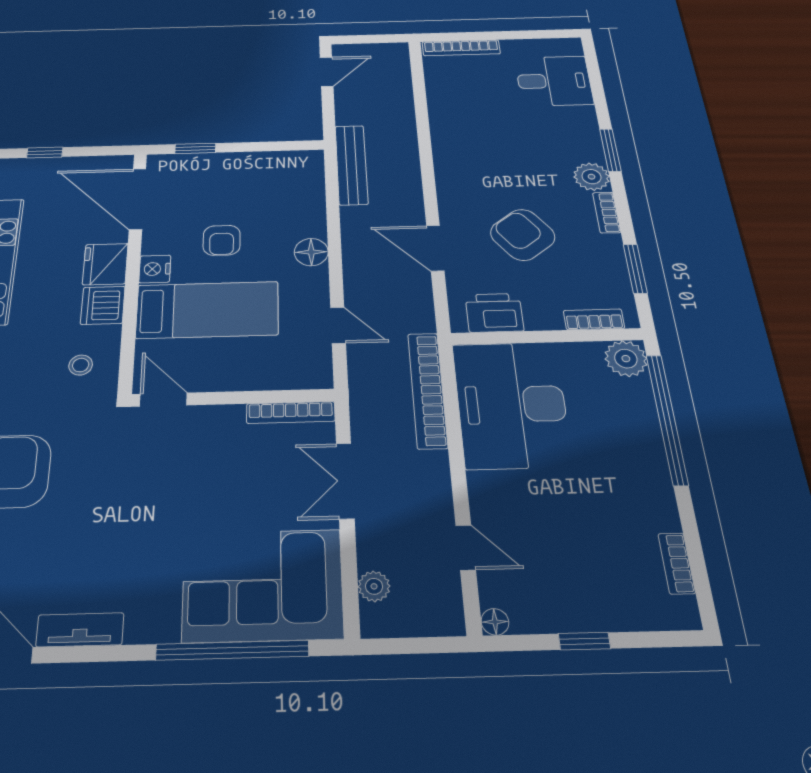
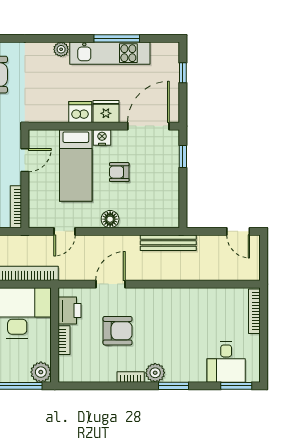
armchair: (523, 235) -> (118, 331), turned 37
window: (635, 269) -> (236, 386), moved
bookcase: (594, 319) -> (64, 340), moved
stool: (81, 365) -> (45, 103), removed
door: (163, 400) -> (25, 160), moved

